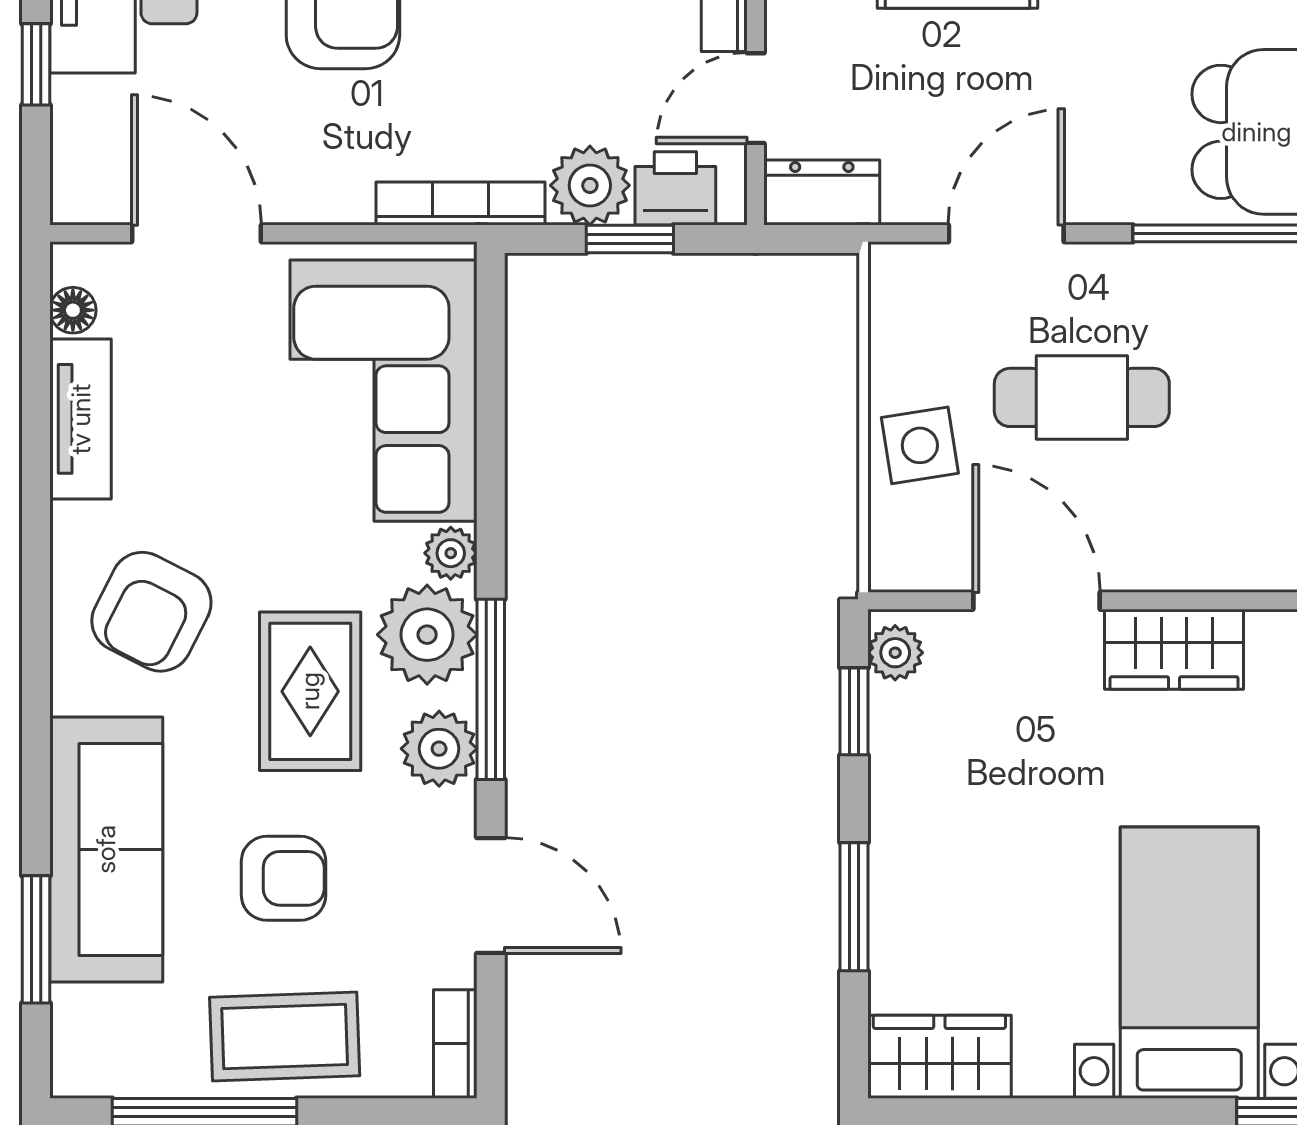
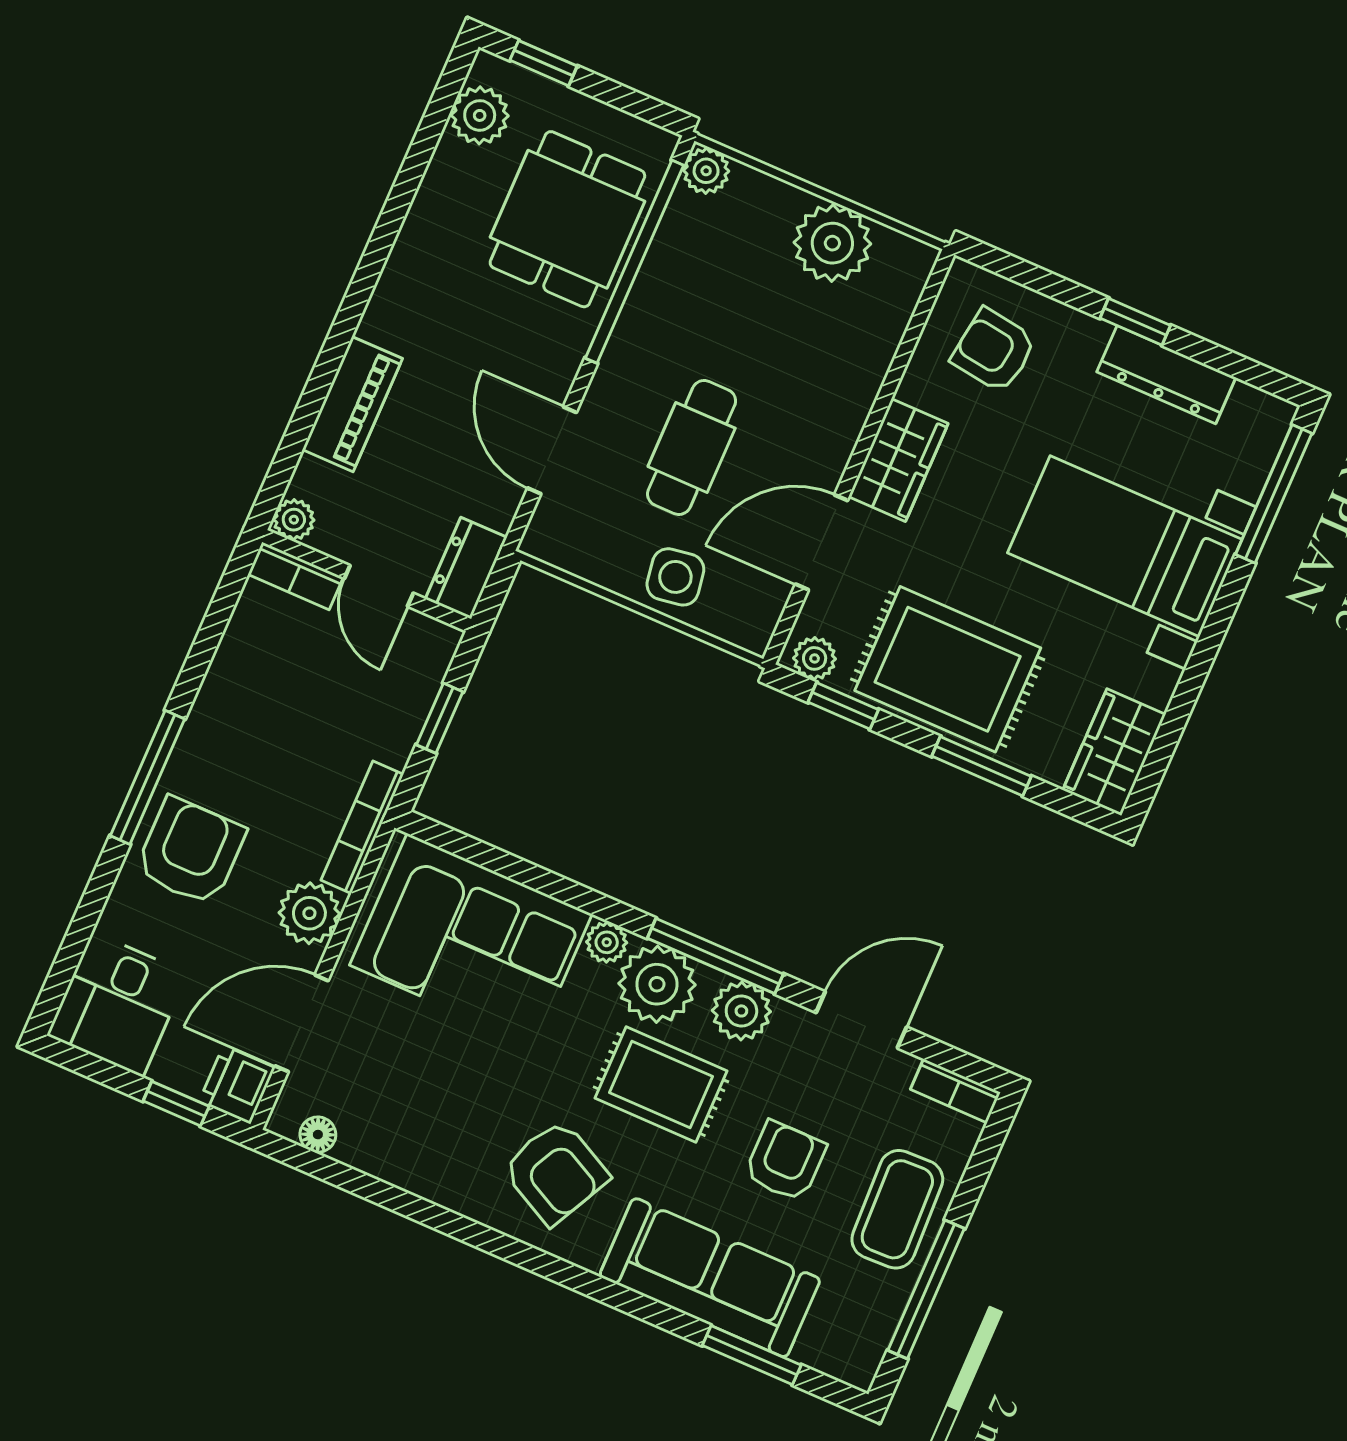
window: (36, 64) -> (176, 1104), moved
plant: (590, 185) -> (309, 913), moved
printer: (675, 188) -> (237, 1085), moved
tv unit: (81, 419) -> (397, 1163), removed
rug: (951, 816) -> (948, 669), added

